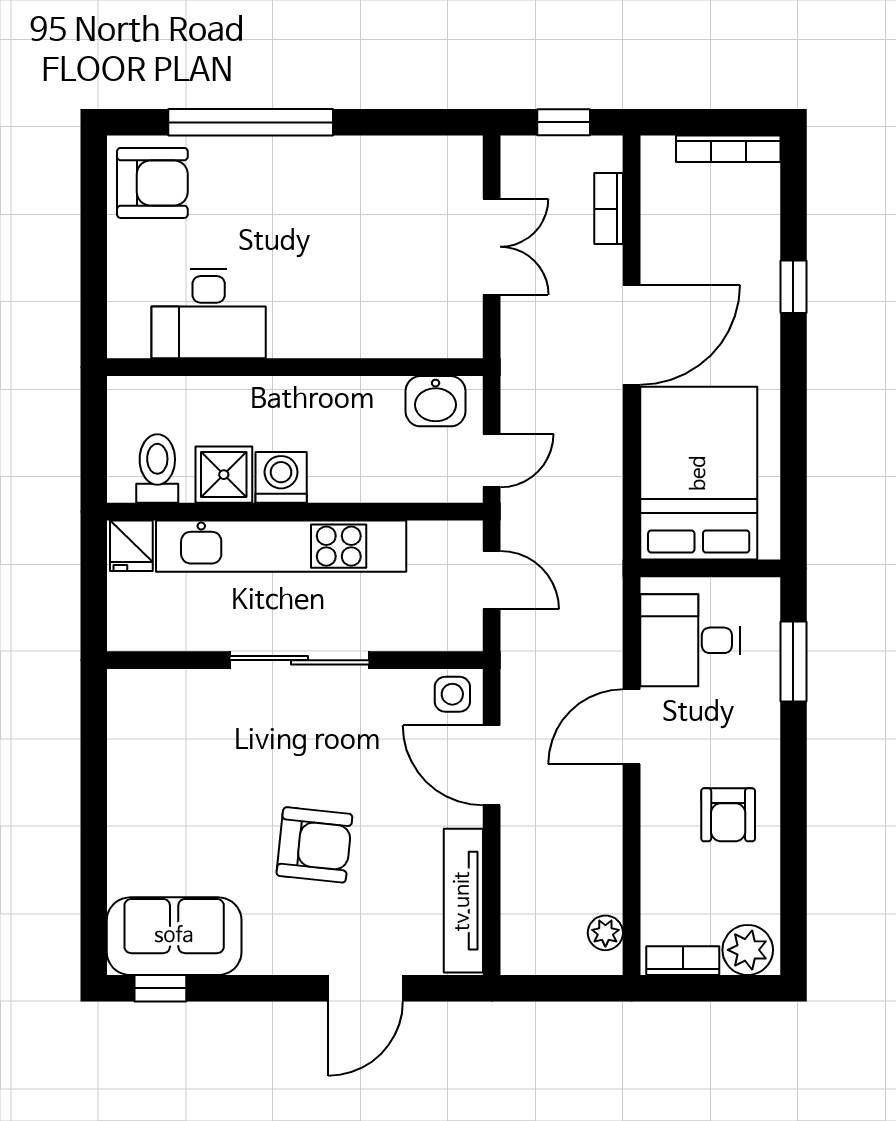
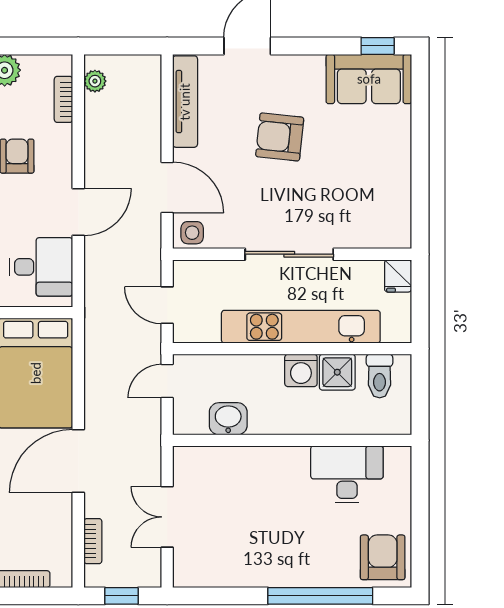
armchair: (152, 183) -> (383, 557), turned 90
washbasin: (436, 401) -> (228, 419), moved
fridge: (131, 546) -> (398, 276), moved, turned 180
bookcase: (683, 961) -> (63, 99), moved, turned 90

